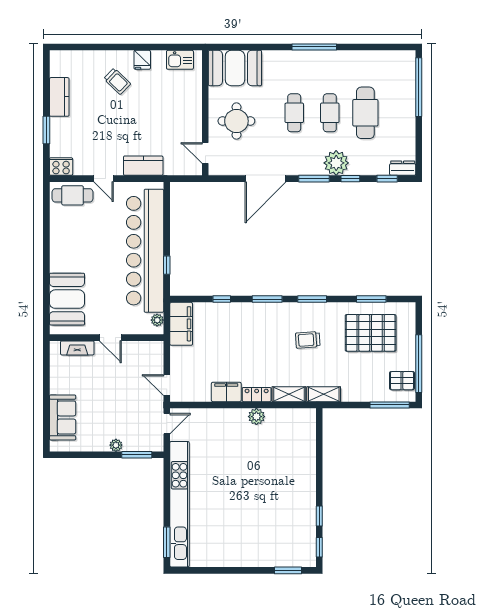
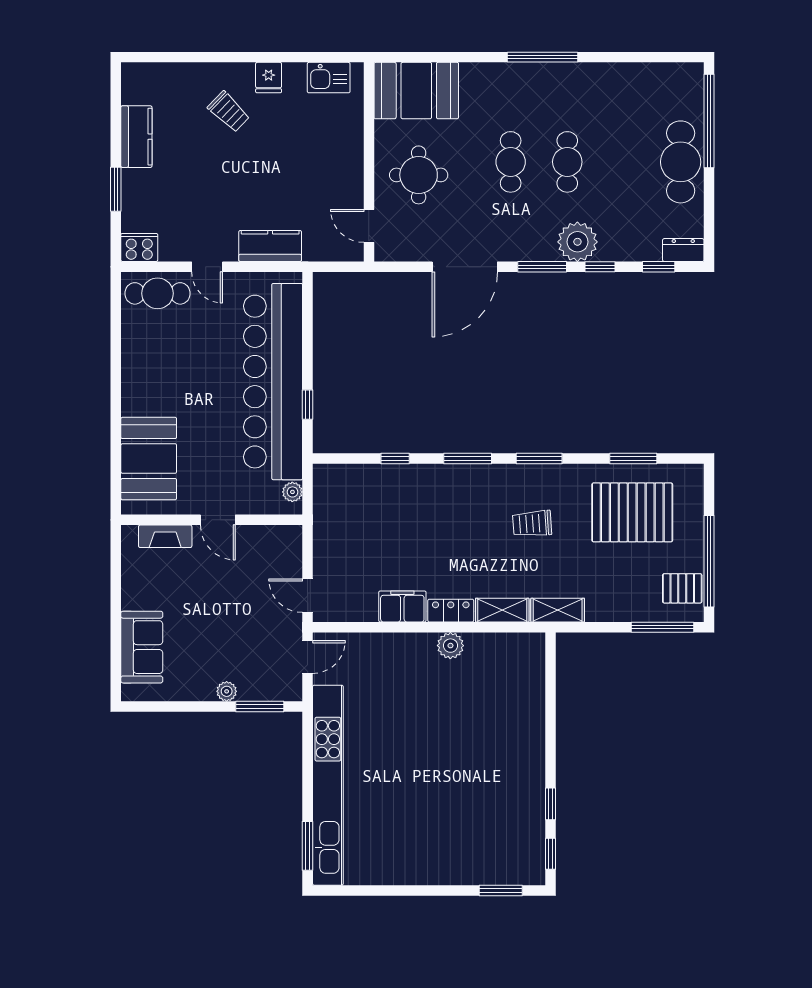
cafe table: (365, 113) -> (681, 162), moved
filing cabinet: (181, 324) -> (331, 498), removed

